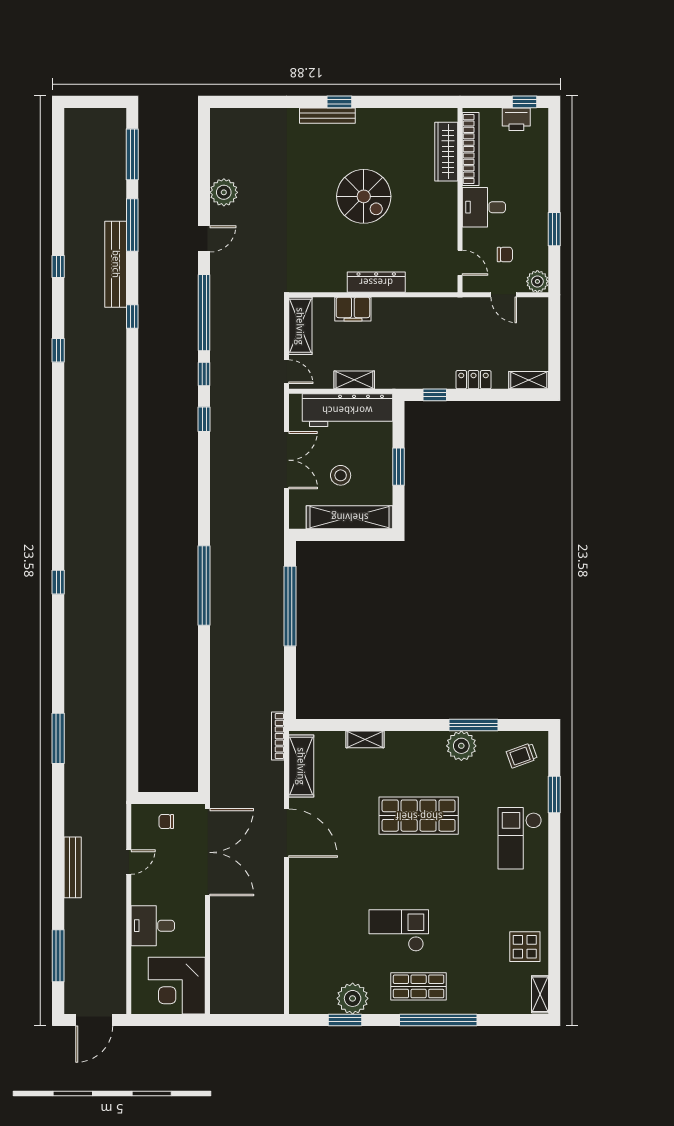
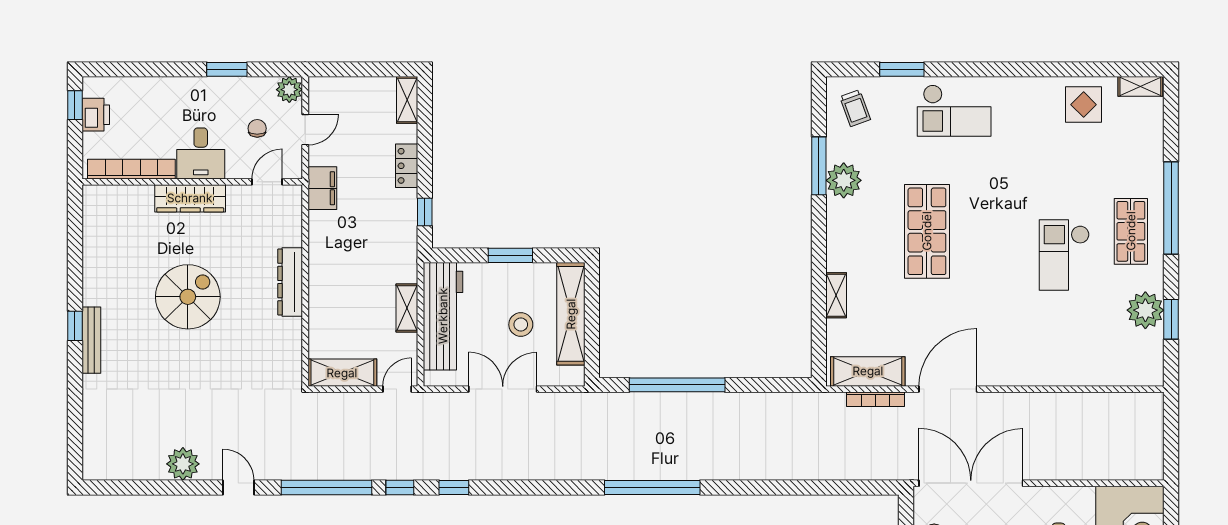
wardrobe: (446, 152) -> (190, 198), moved
filing cabinet: (353, 309) -> (322, 188), moved
bookcase: (278, 736) -> (876, 399), moved

